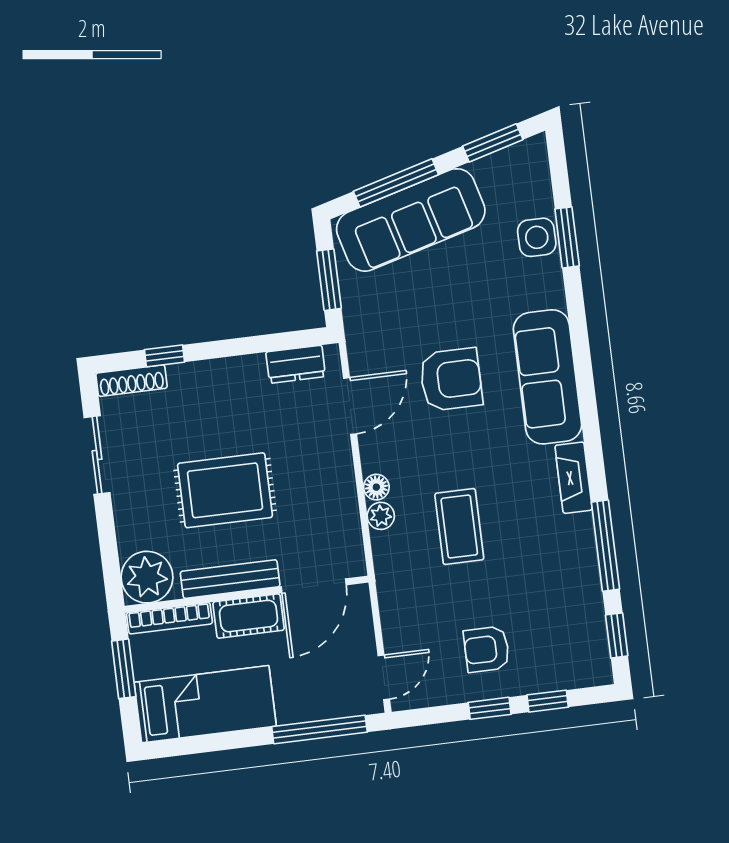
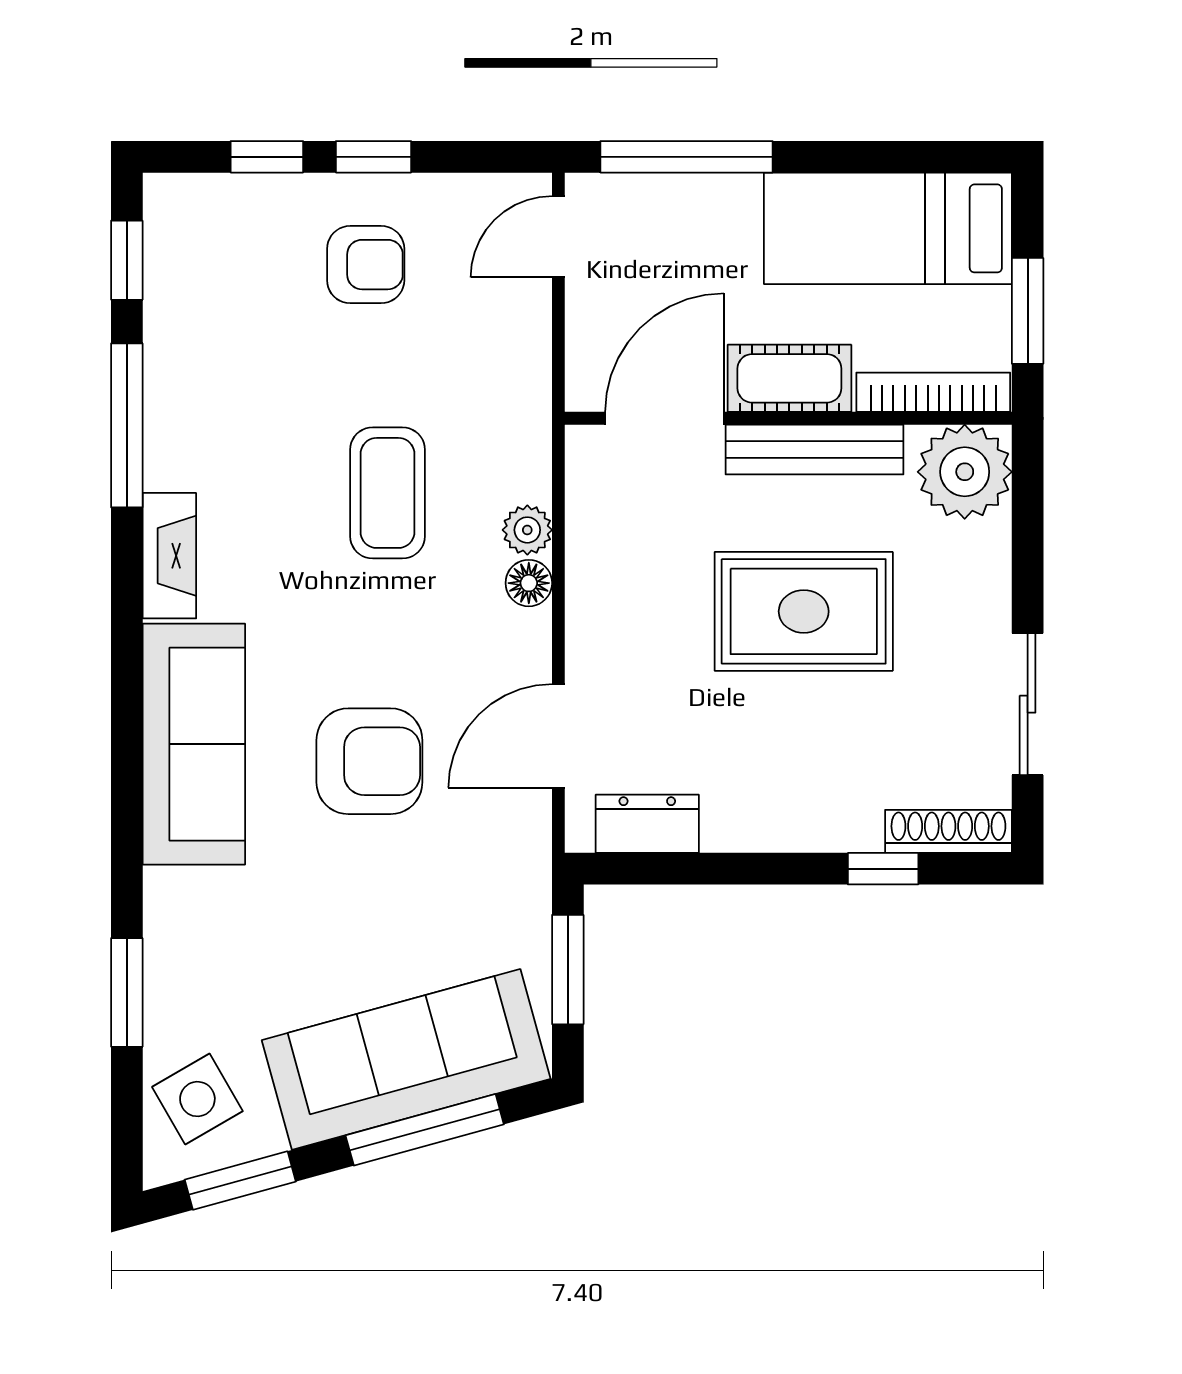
side table: (537, 237) -> (197, 1099), moved, turned -30
armchair: (451, 380) -> (369, 761), turned 180

